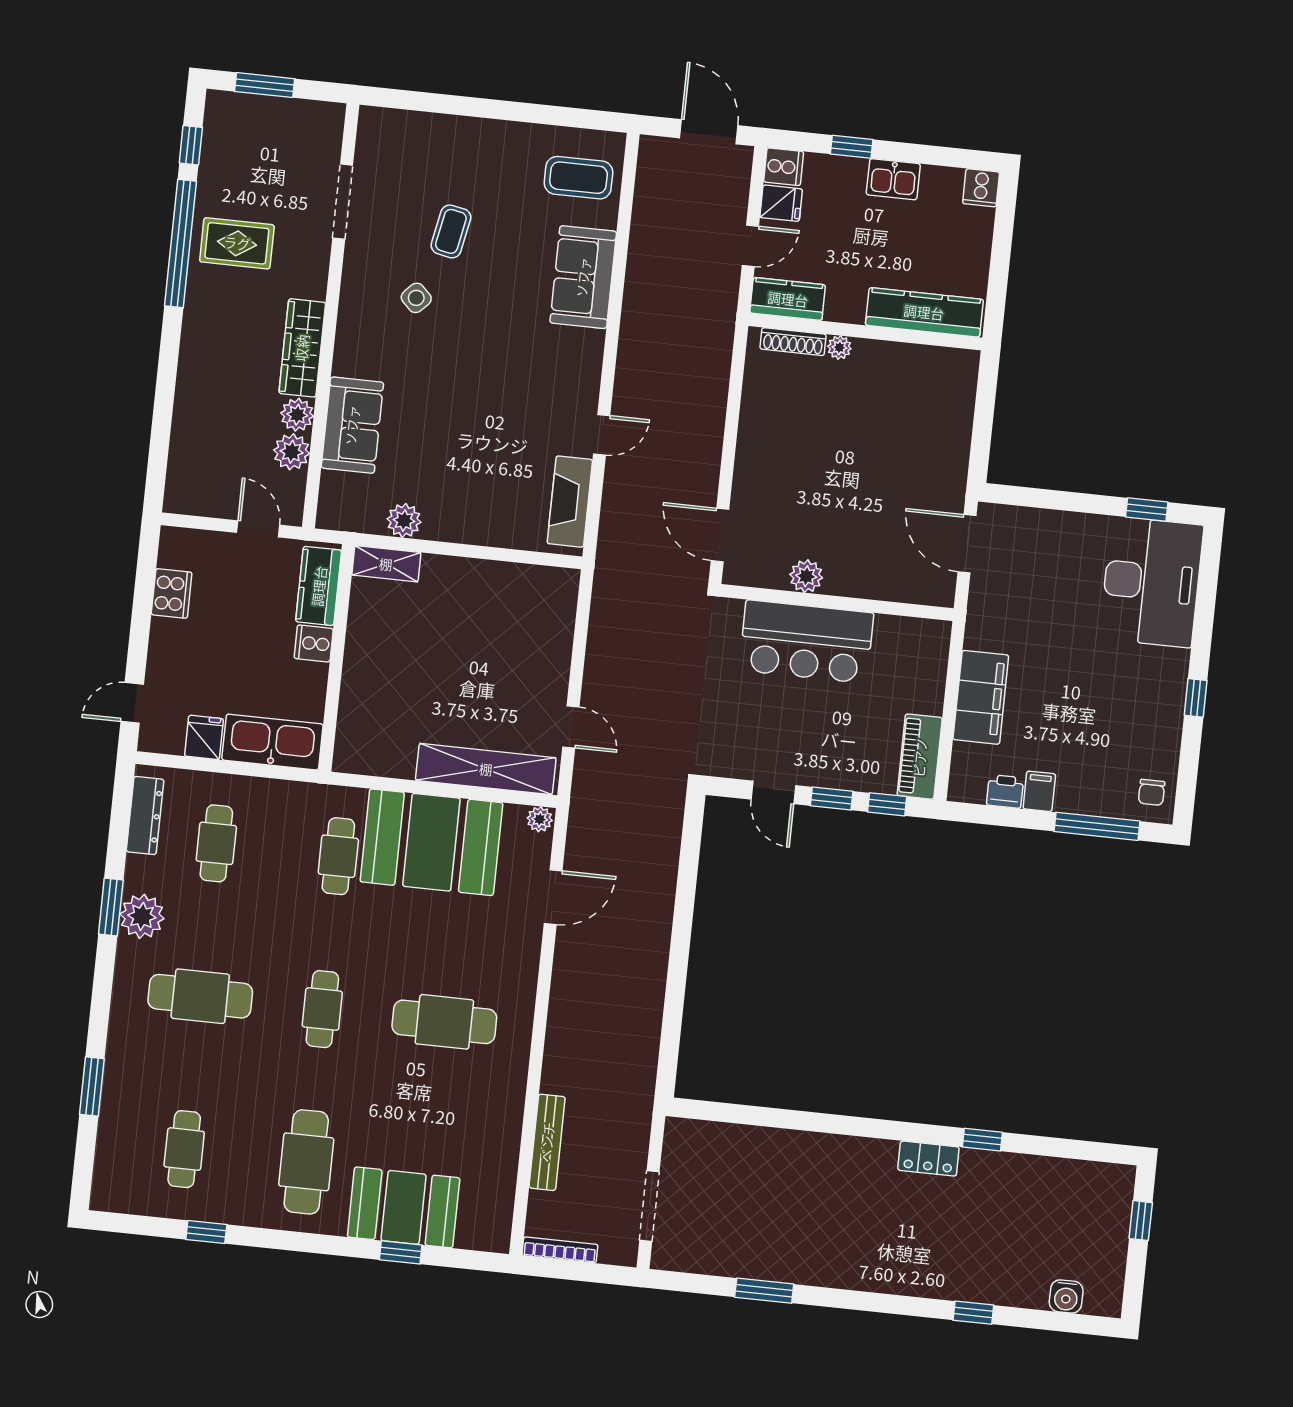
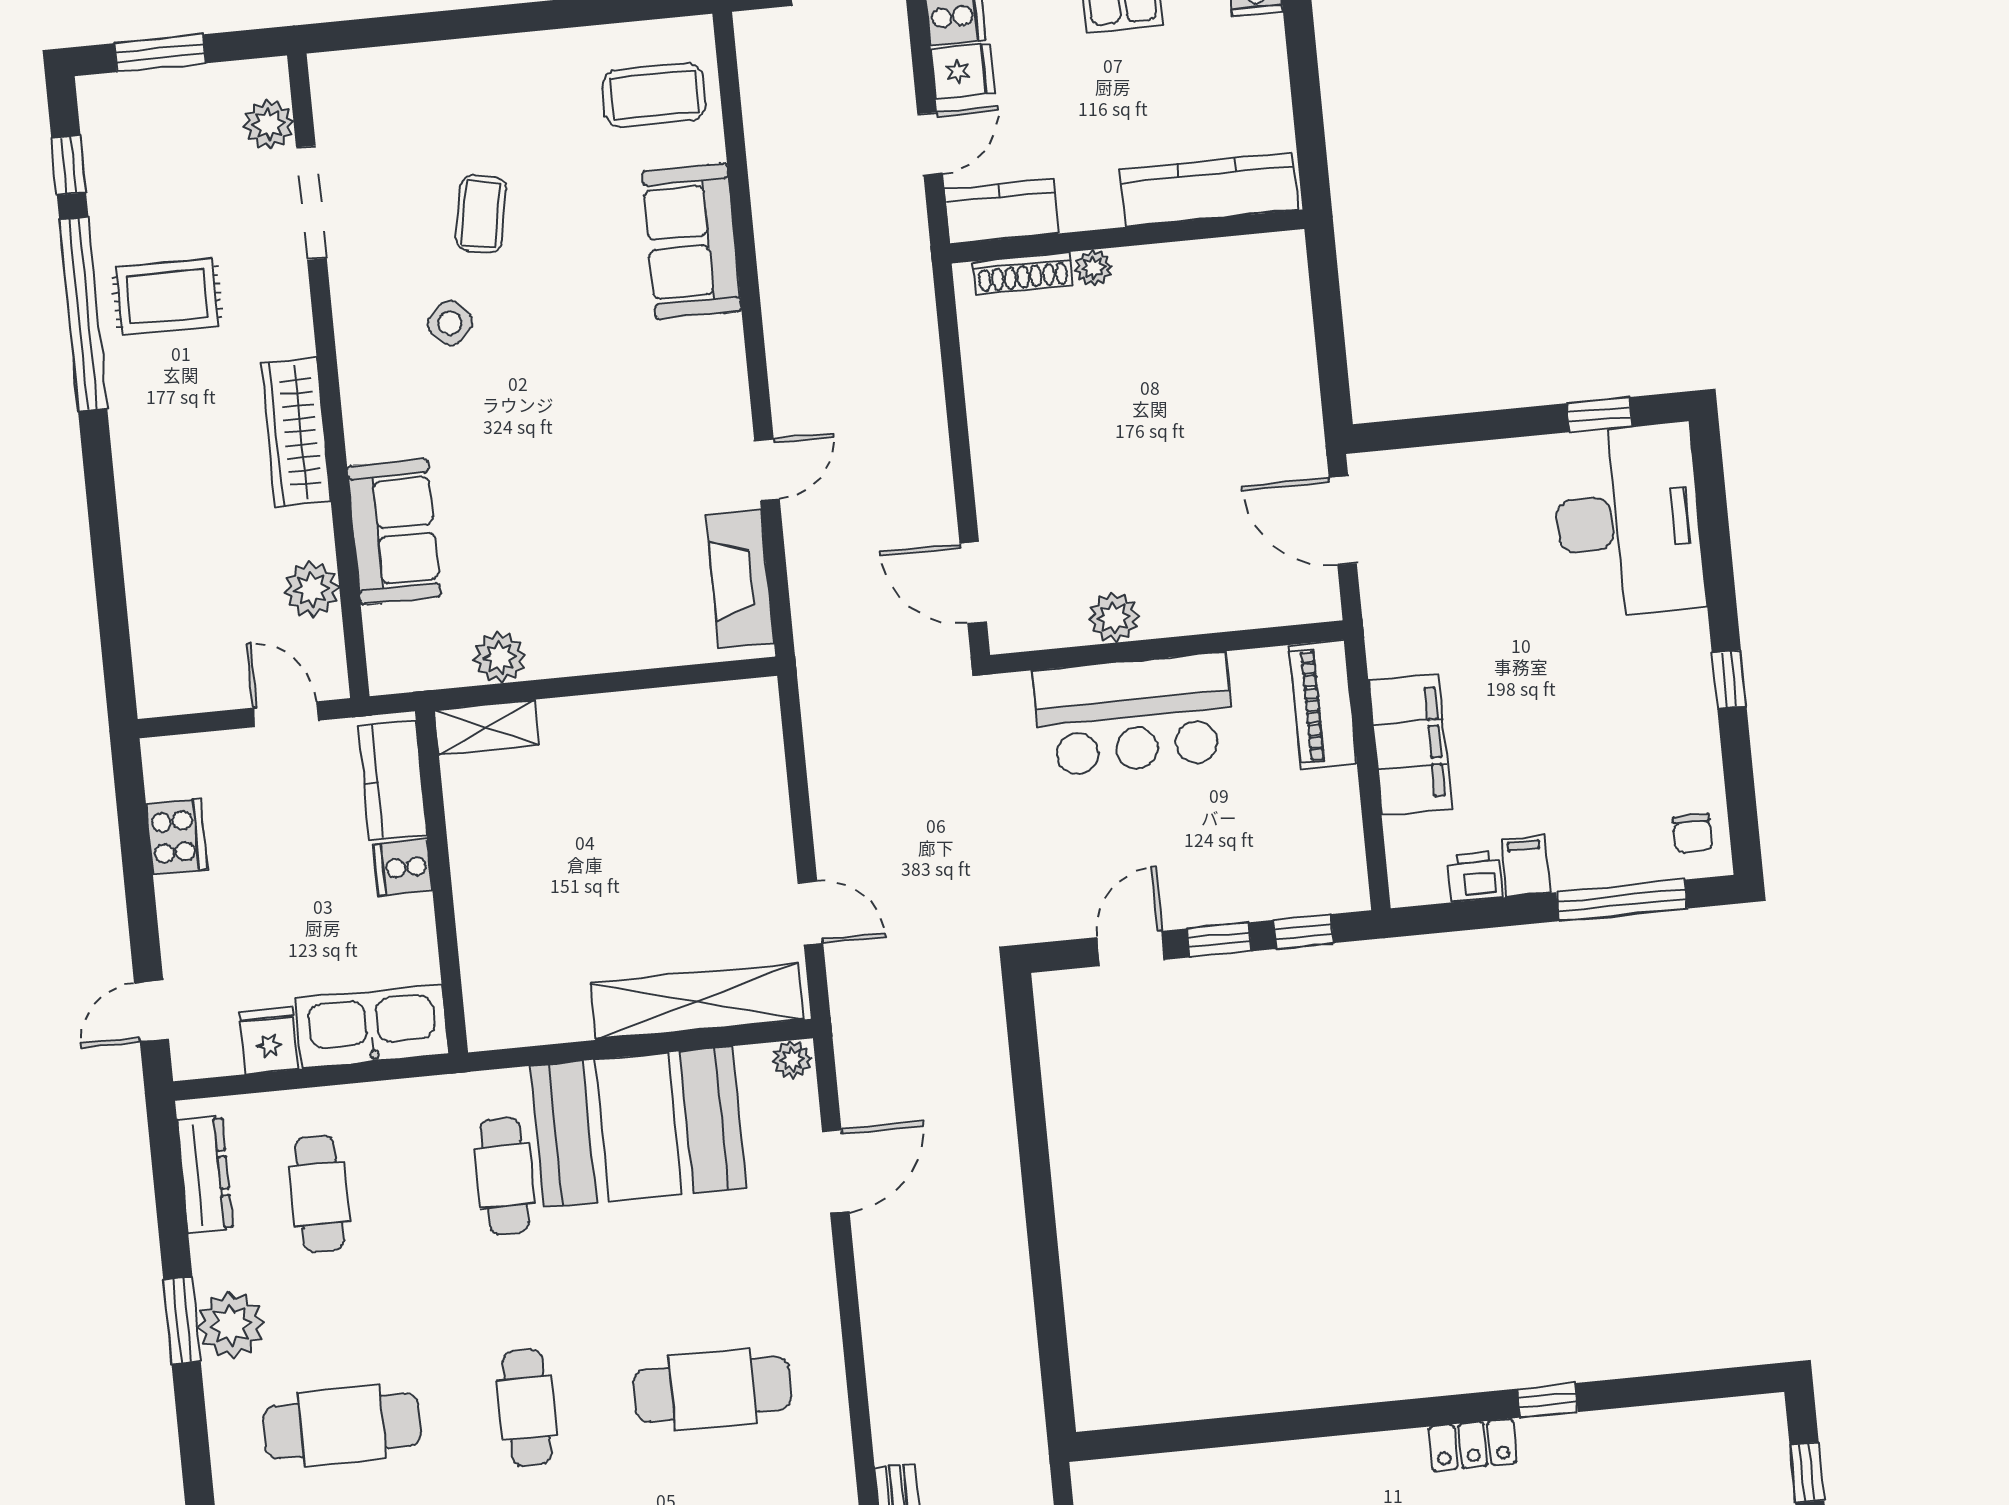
plant: (297, 415) -> (269, 124), moved
piano: (920, 757) -> (1323, 705), moved
door: (773, 792) -> (1131, 948), swing flipped

